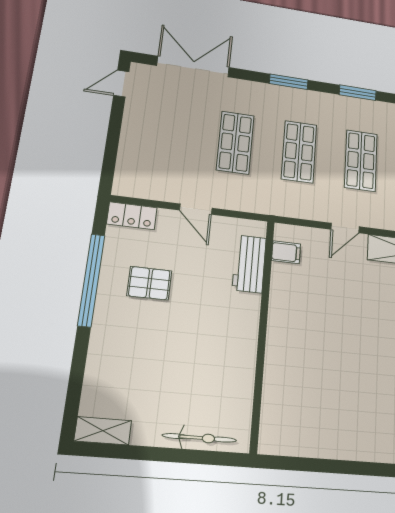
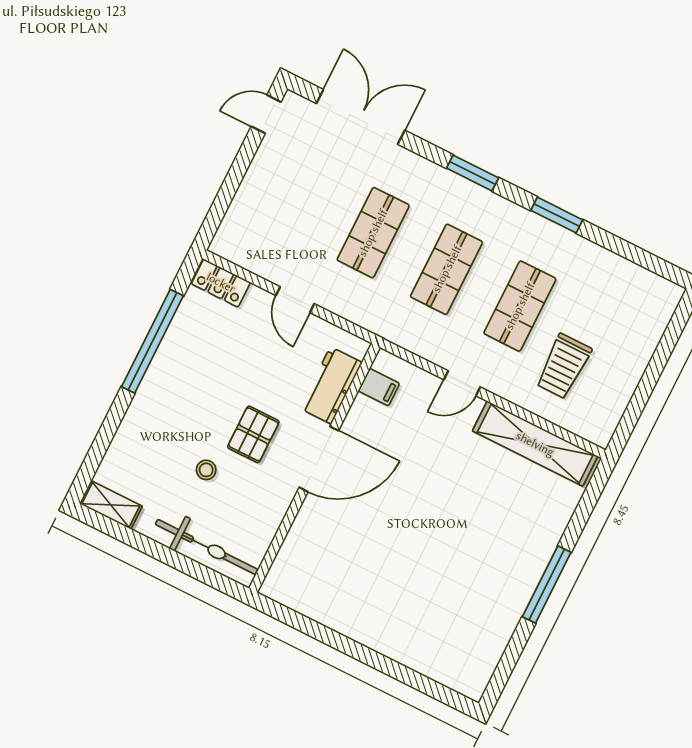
pallet: (149, 283) -> (253, 434), moved, turned 90
door: (263, 324) -> (319, 459), added
stool: (175, 368) -> (206, 470), added
bicycle: (199, 438) -> (207, 547), width x1.37, depth x1.40

